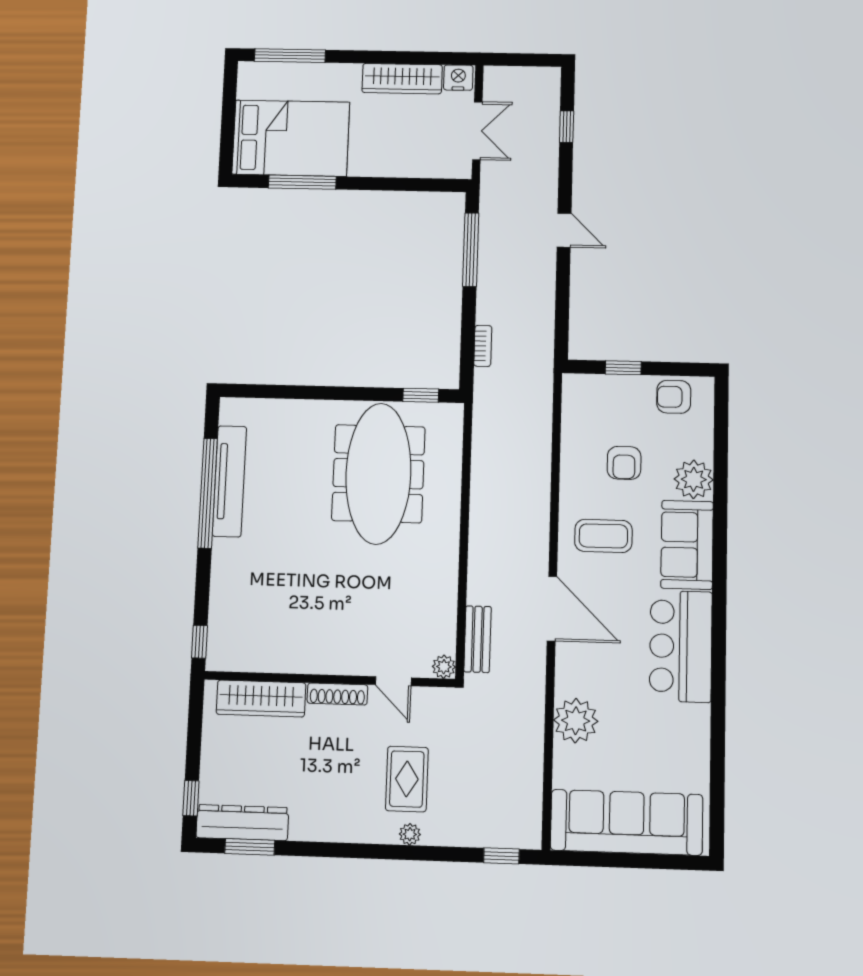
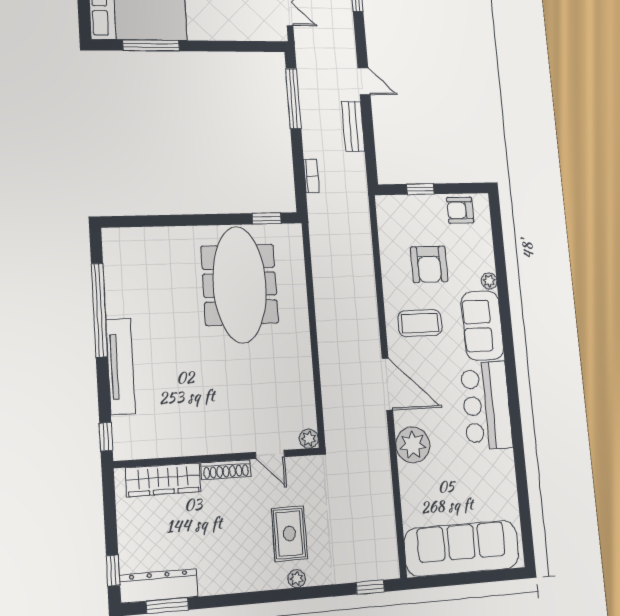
armchair: (624, 463) -> (429, 264), width x1.38, depth x1.38
plant: (694, 479) -> (489, 281), width x0.53, depth x0.53
tv unit: (229, 481) -> (121, 366), moved
bench: (478, 639) -> (353, 126), moved
plant: (576, 721) -> (413, 445), moved

